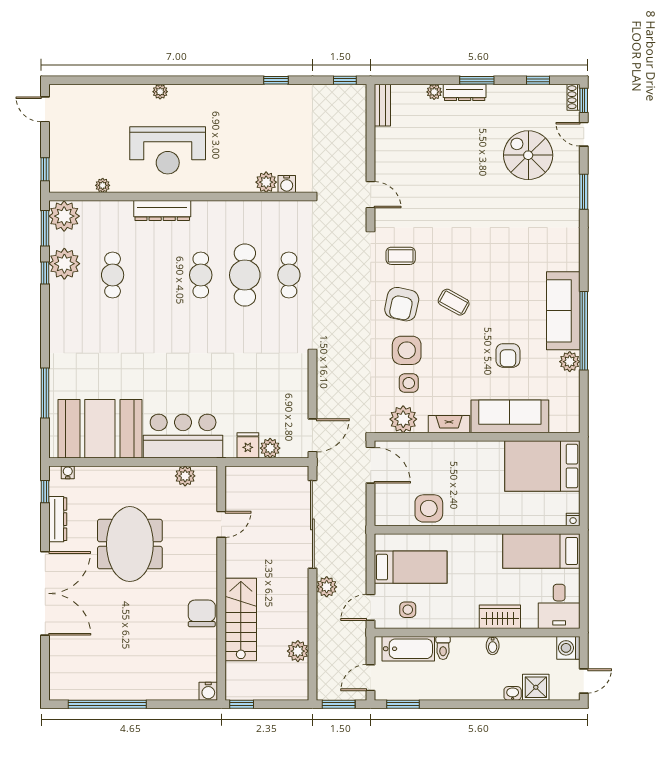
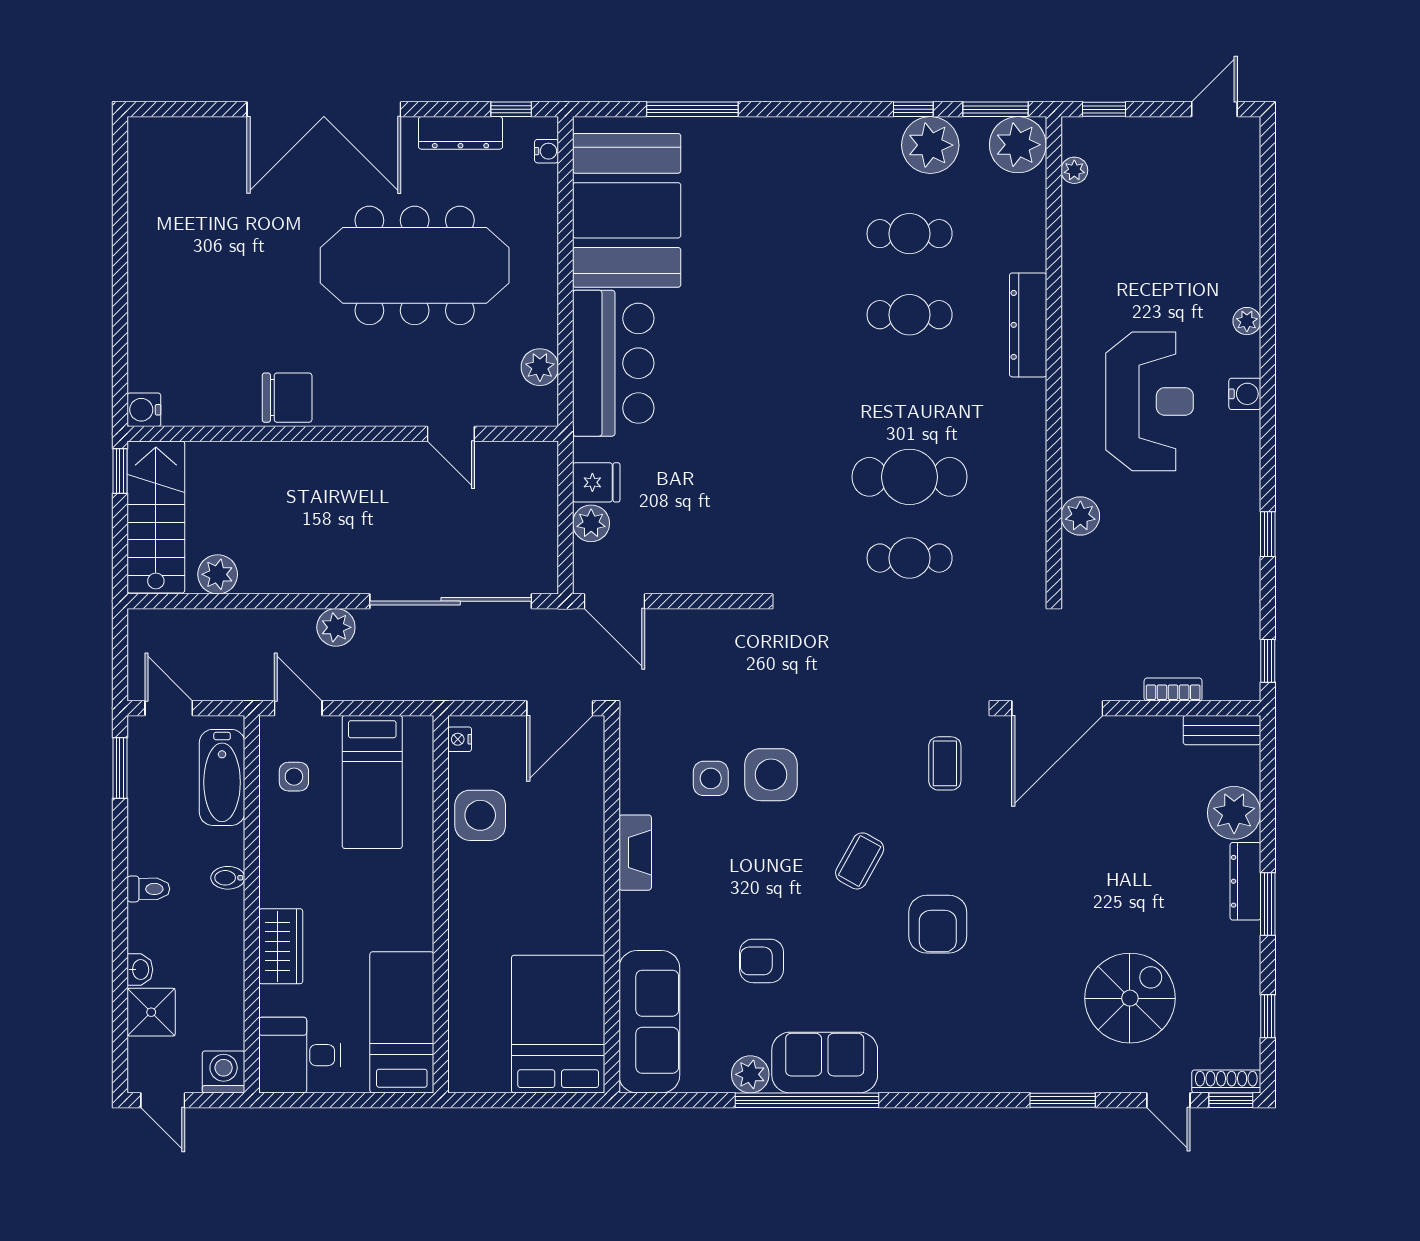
plant: (434, 92) -> (1234, 813), width x1.88, depth x1.88
shoe rack: (573, 97) -> (1226, 1081), width x1.43
bookcase: (360, 132) -> (1173, 689), added
door: (584, 134) -> (1168, 1100), swing flipped
reception desk: (168, 150) -> (1149, 401), moved, turned 180
water cooler: (287, 184) -> (1245, 394), moved, turned 180
plant: (103, 185) -> (1074, 170), moved
door: (371, 195) -> (1057, 708), width x1.88
cafe table: (201, 275) -> (910, 315), moved
armchair: (402, 304) -> (938, 924), moved, turned -102
sofa: (563, 311) -> (825, 1063), width x0.73
sofa: (510, 416) -> (649, 1022), moved
plant: (403, 419) -> (644, 768), removed
nightstand: (573, 520) -> (460, 739), moved
meeting table: (130, 544) -> (415, 265), width x1.36
stairs: (241, 620) -> (156, 517), moved, turned -90
bidet: (493, 646) -> (228, 878), moved
toilet: (443, 648) -> (148, 889), moved, turned 180
window: (107, 704) -> (120, 224), removed
window: (339, 704) -> (120, 650), removed

